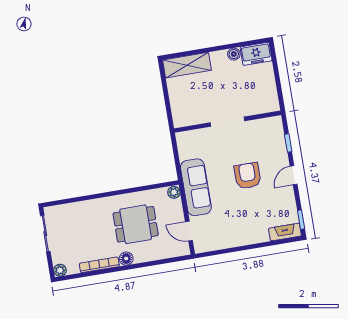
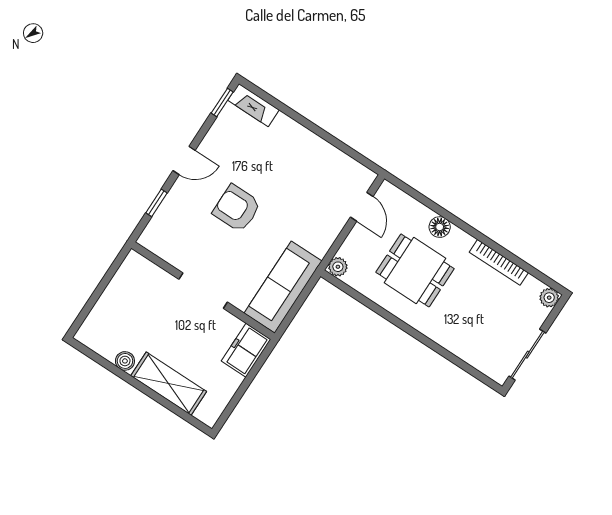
freezer: (256, 54) -> (246, 350), moved, turned -90
shelving: (187, 65) -> (169, 384), moved
armchair: (248, 176) -> (237, 208), turned 90
sofa: (196, 187) -> (283, 287), moved
floor lamp: (126, 259) -> (440, 227), moved

